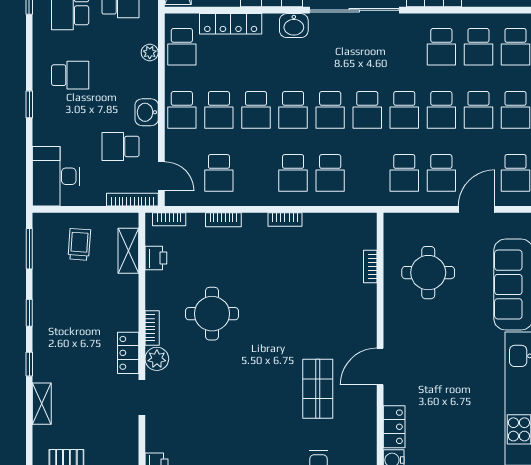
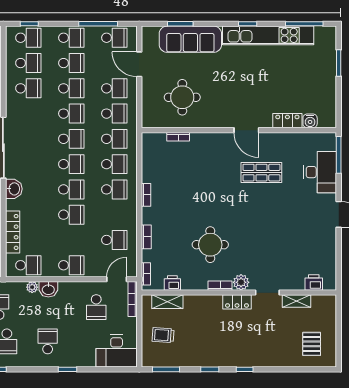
school desk: (219, 110) -> (114, 139), moved
washbasin: (147, 112) -> (48, 289), moved
shelving: (42, 404) -> (296, 301), moved

